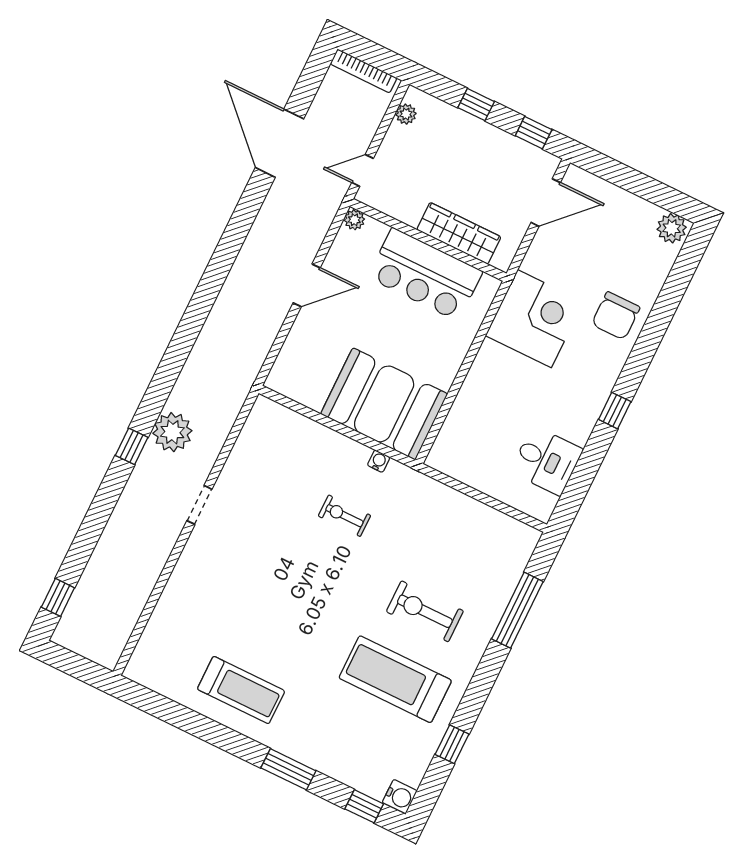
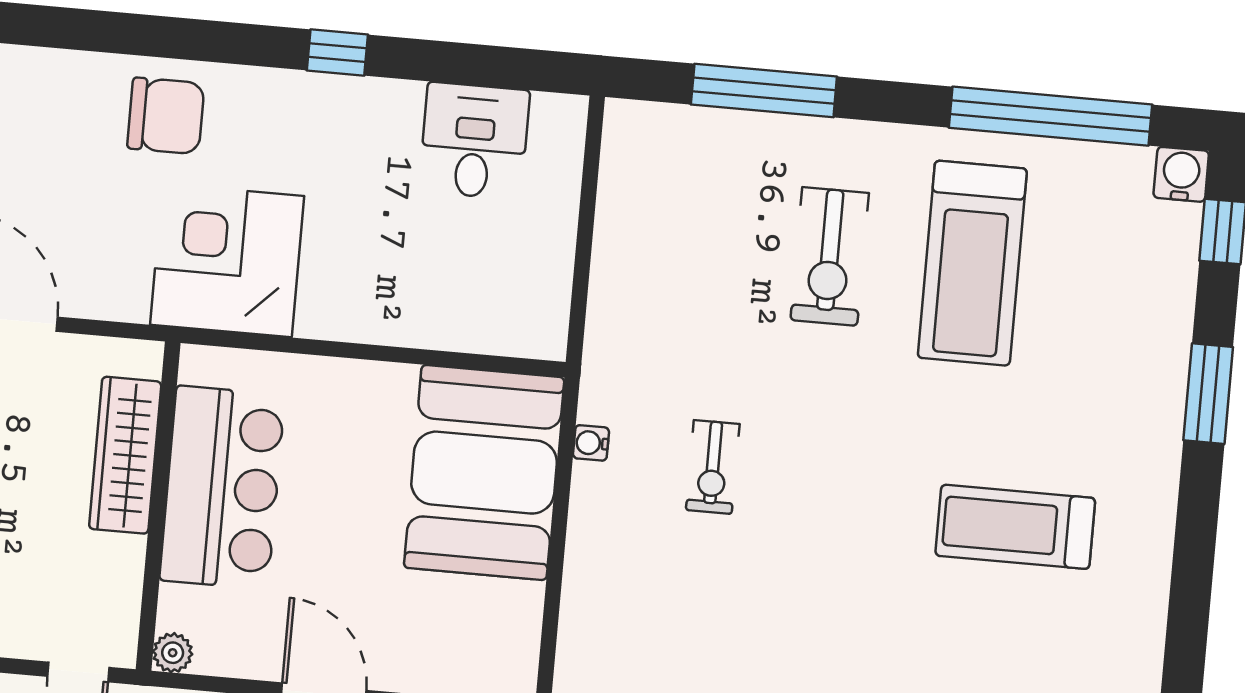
treadmill: (241, 690) -> (1015, 527), moved, turned -90
window: (452, 744) -> (1050, 116), width x3.17

